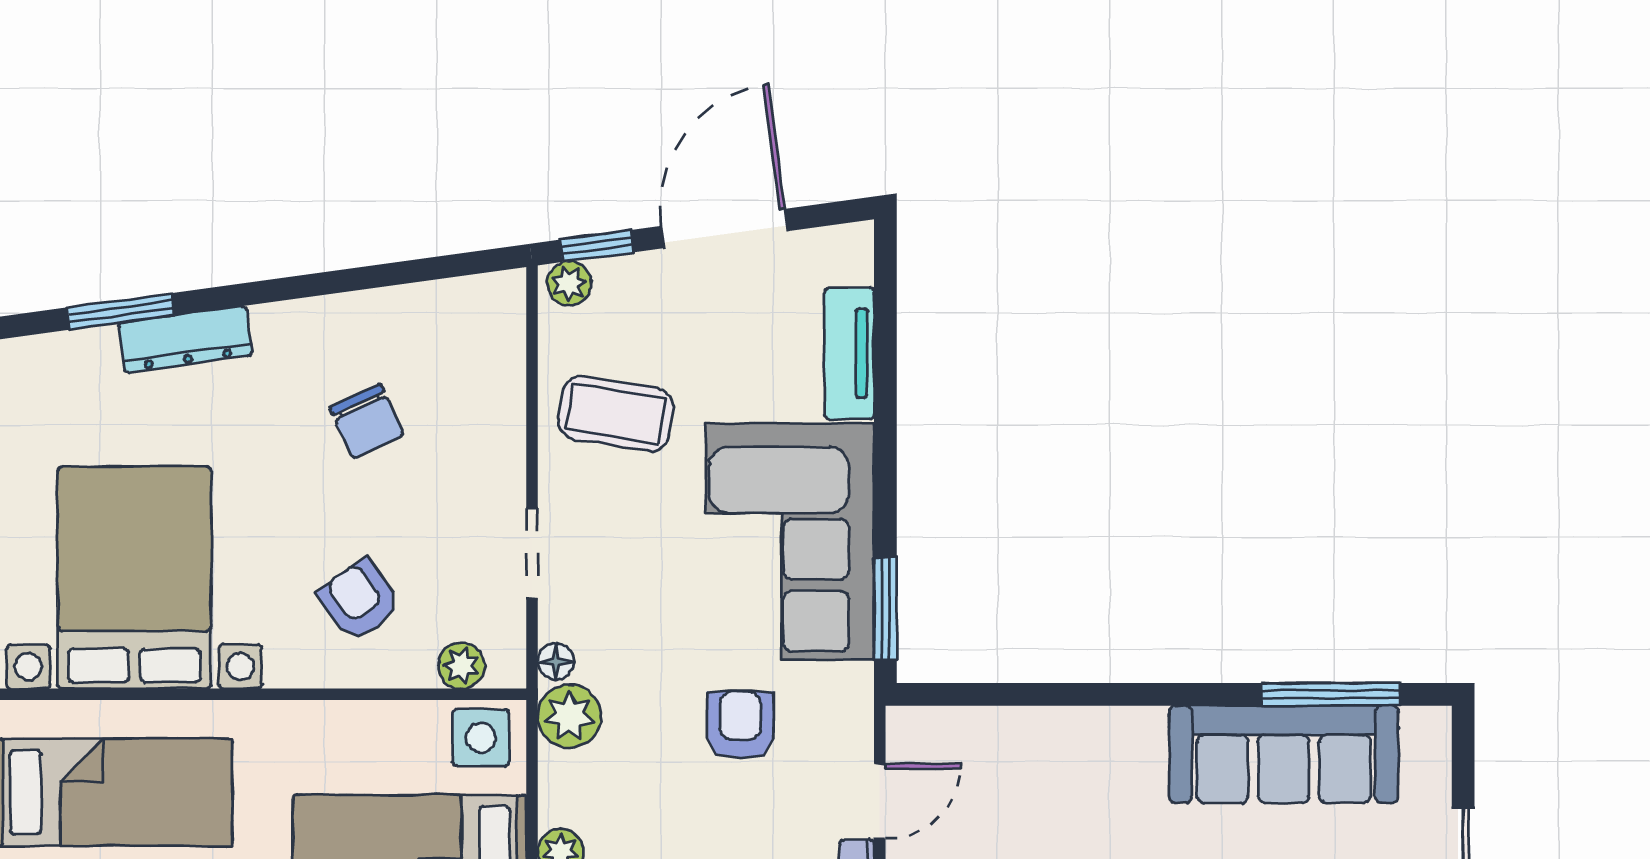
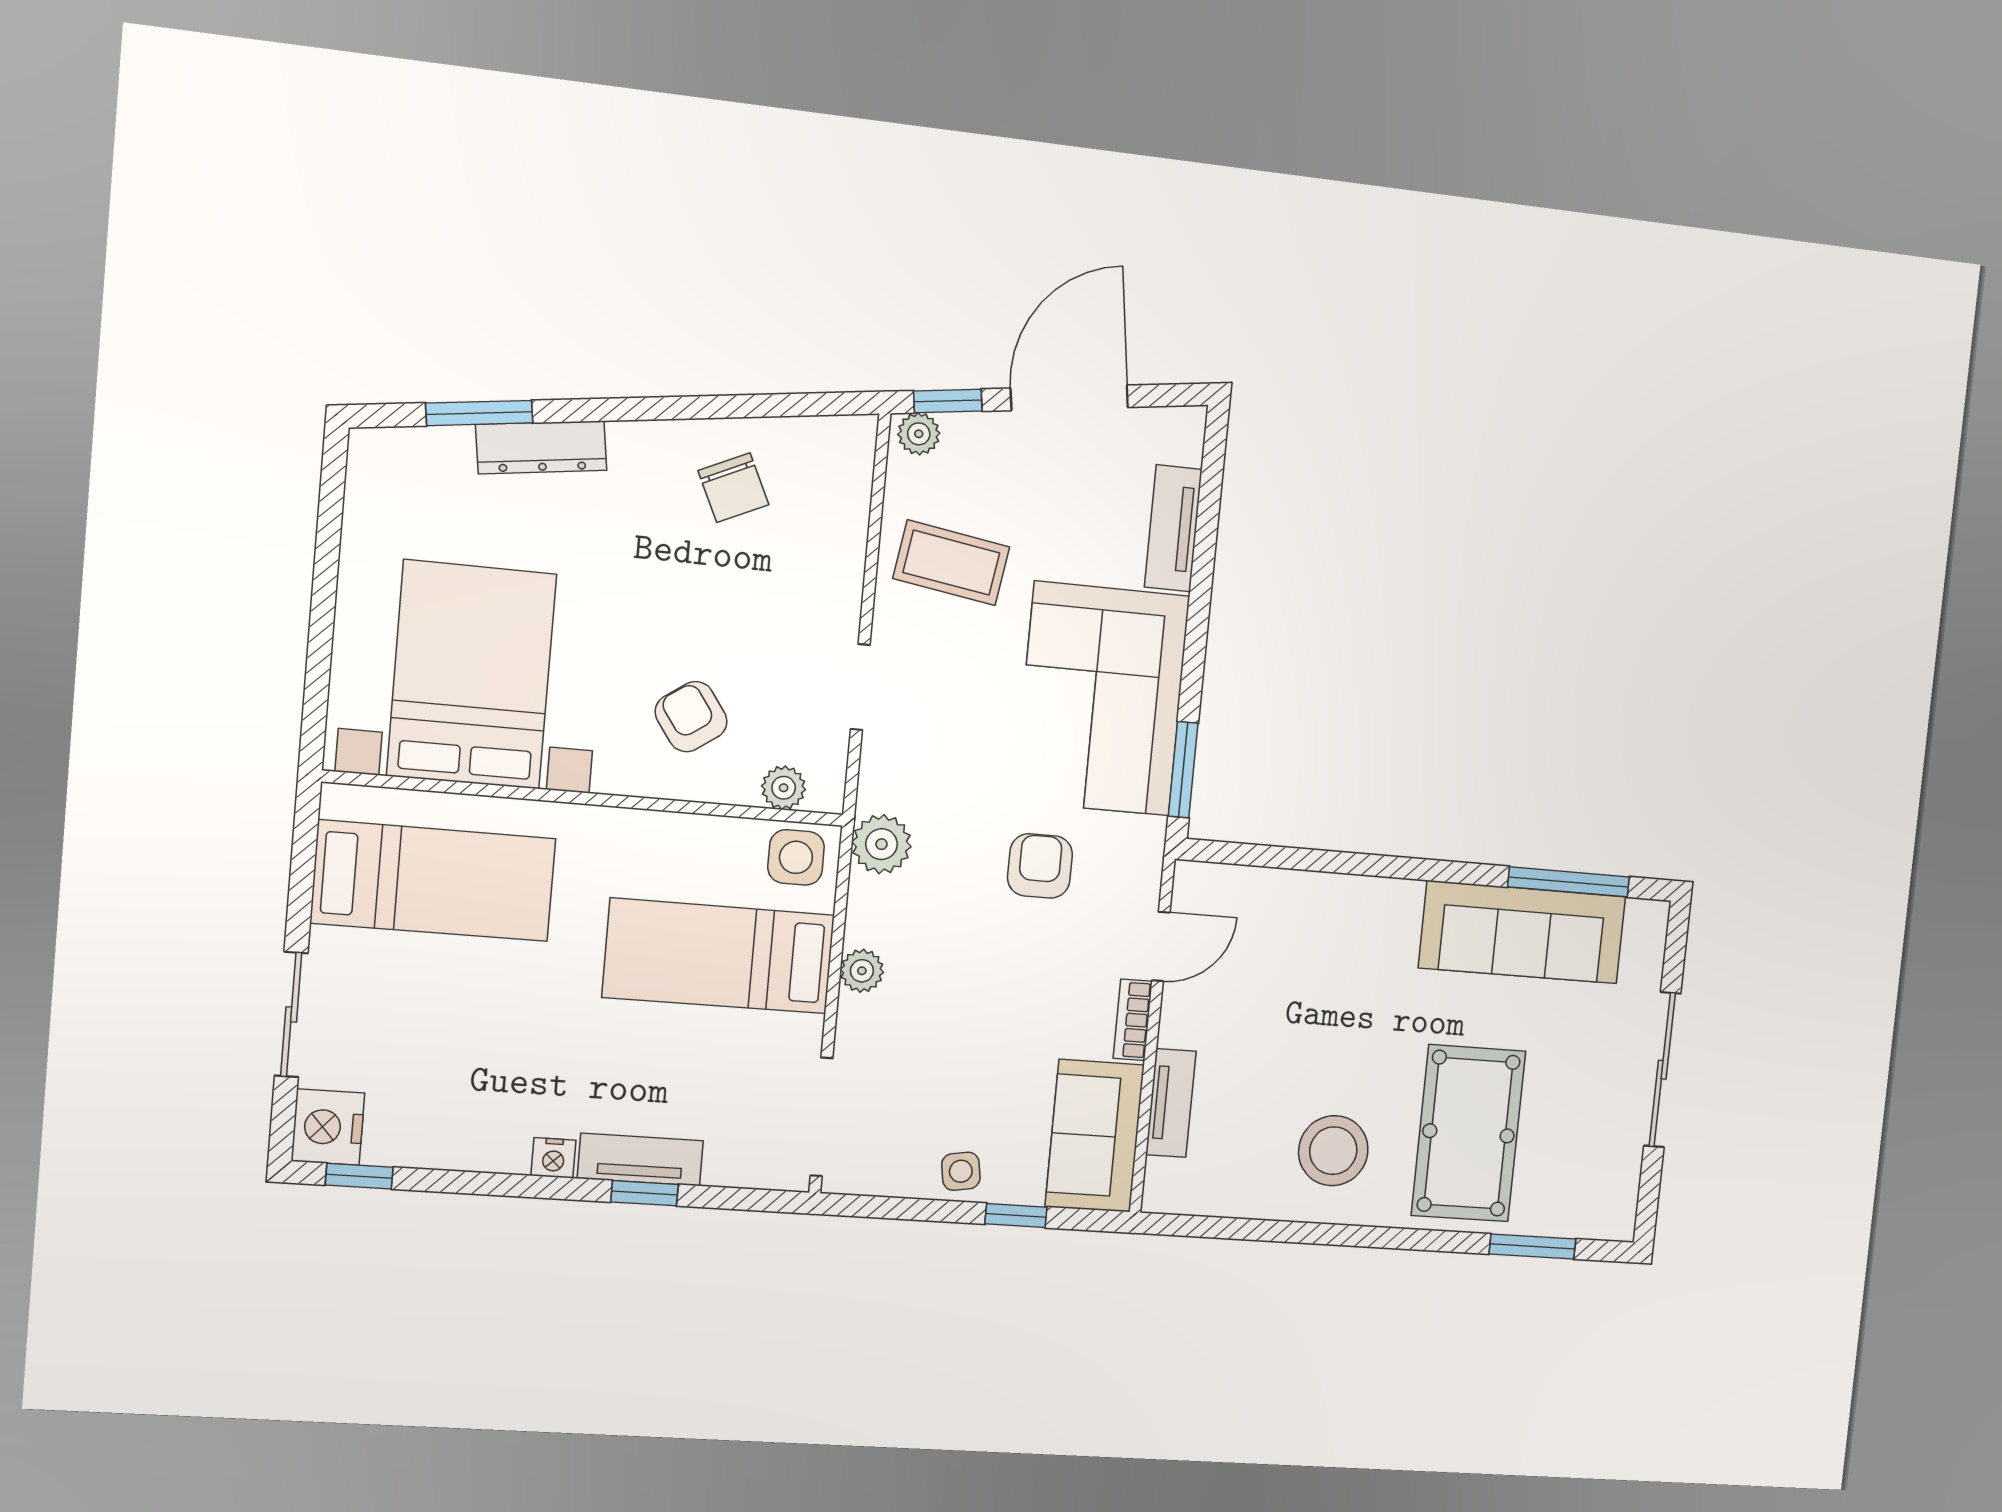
chair: (367, 421) -> (733, 488), moved
floor lamp: (556, 662) -> (874, 792), removed

